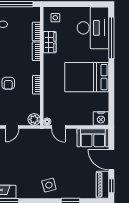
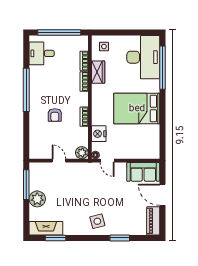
nightstand: (101, 118) -> (99, 134), moved, turned 90
door: (12, 127) -> (59, 161), swing flipped
window: (111, 186) -> (163, 222), removed

